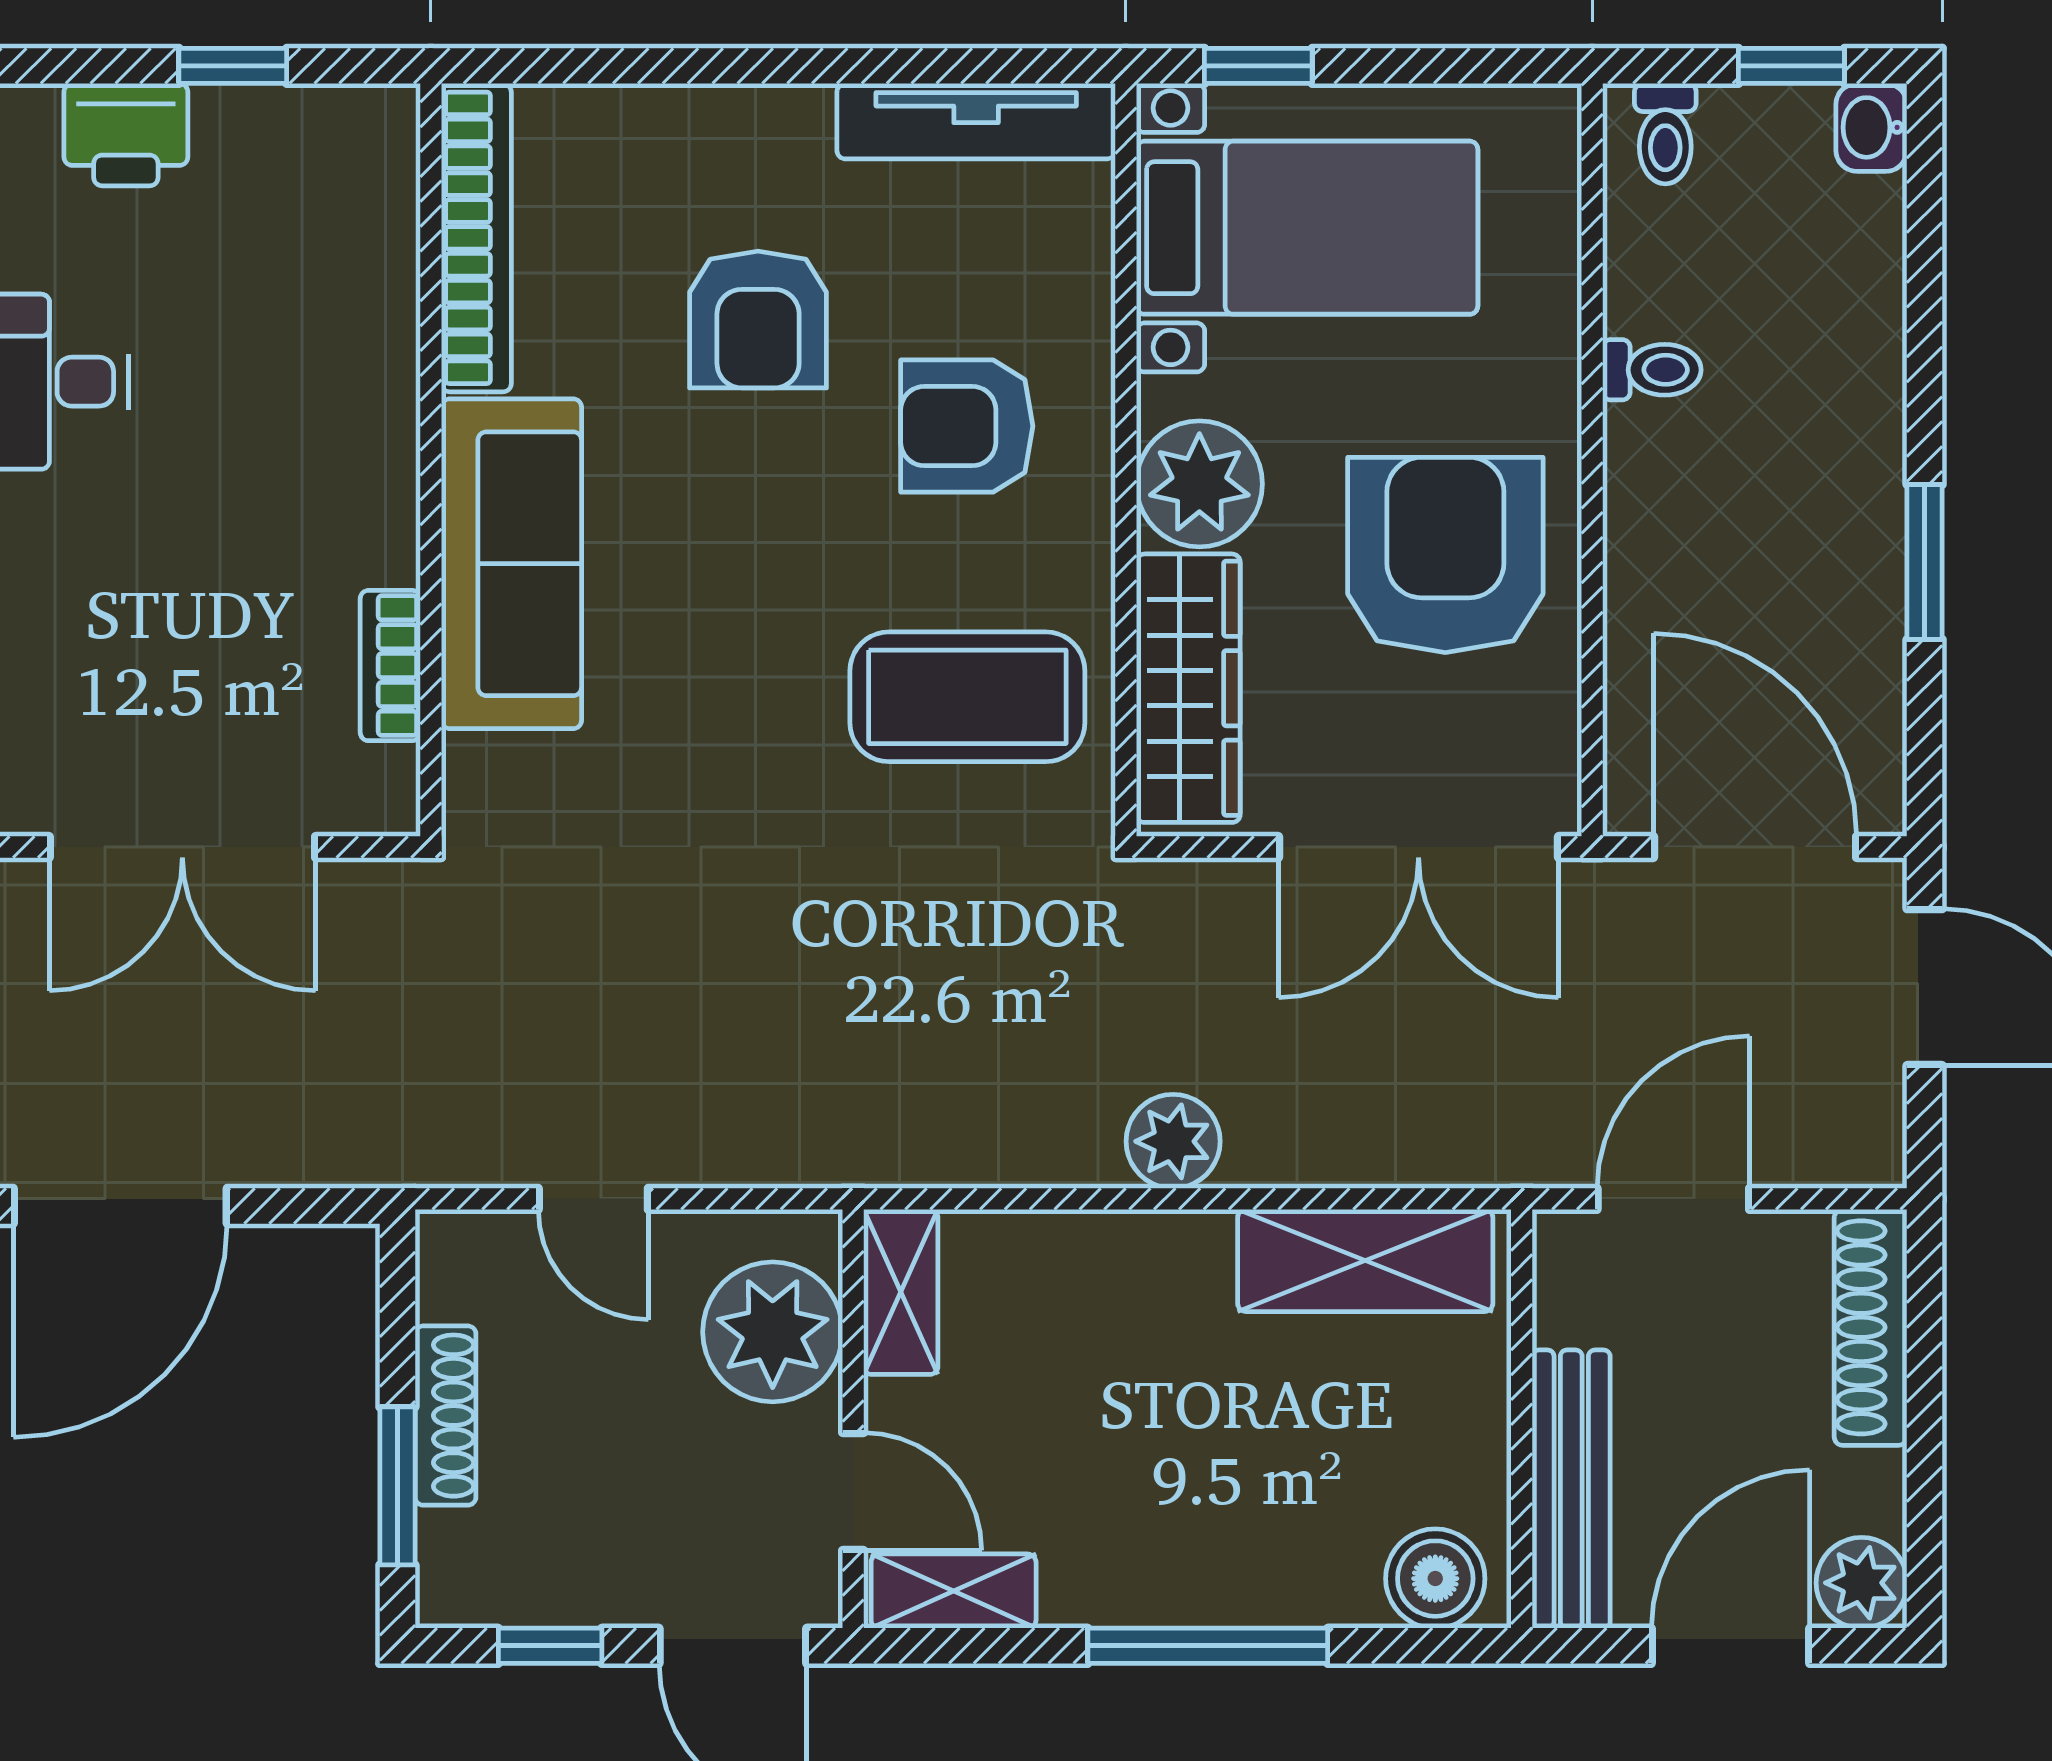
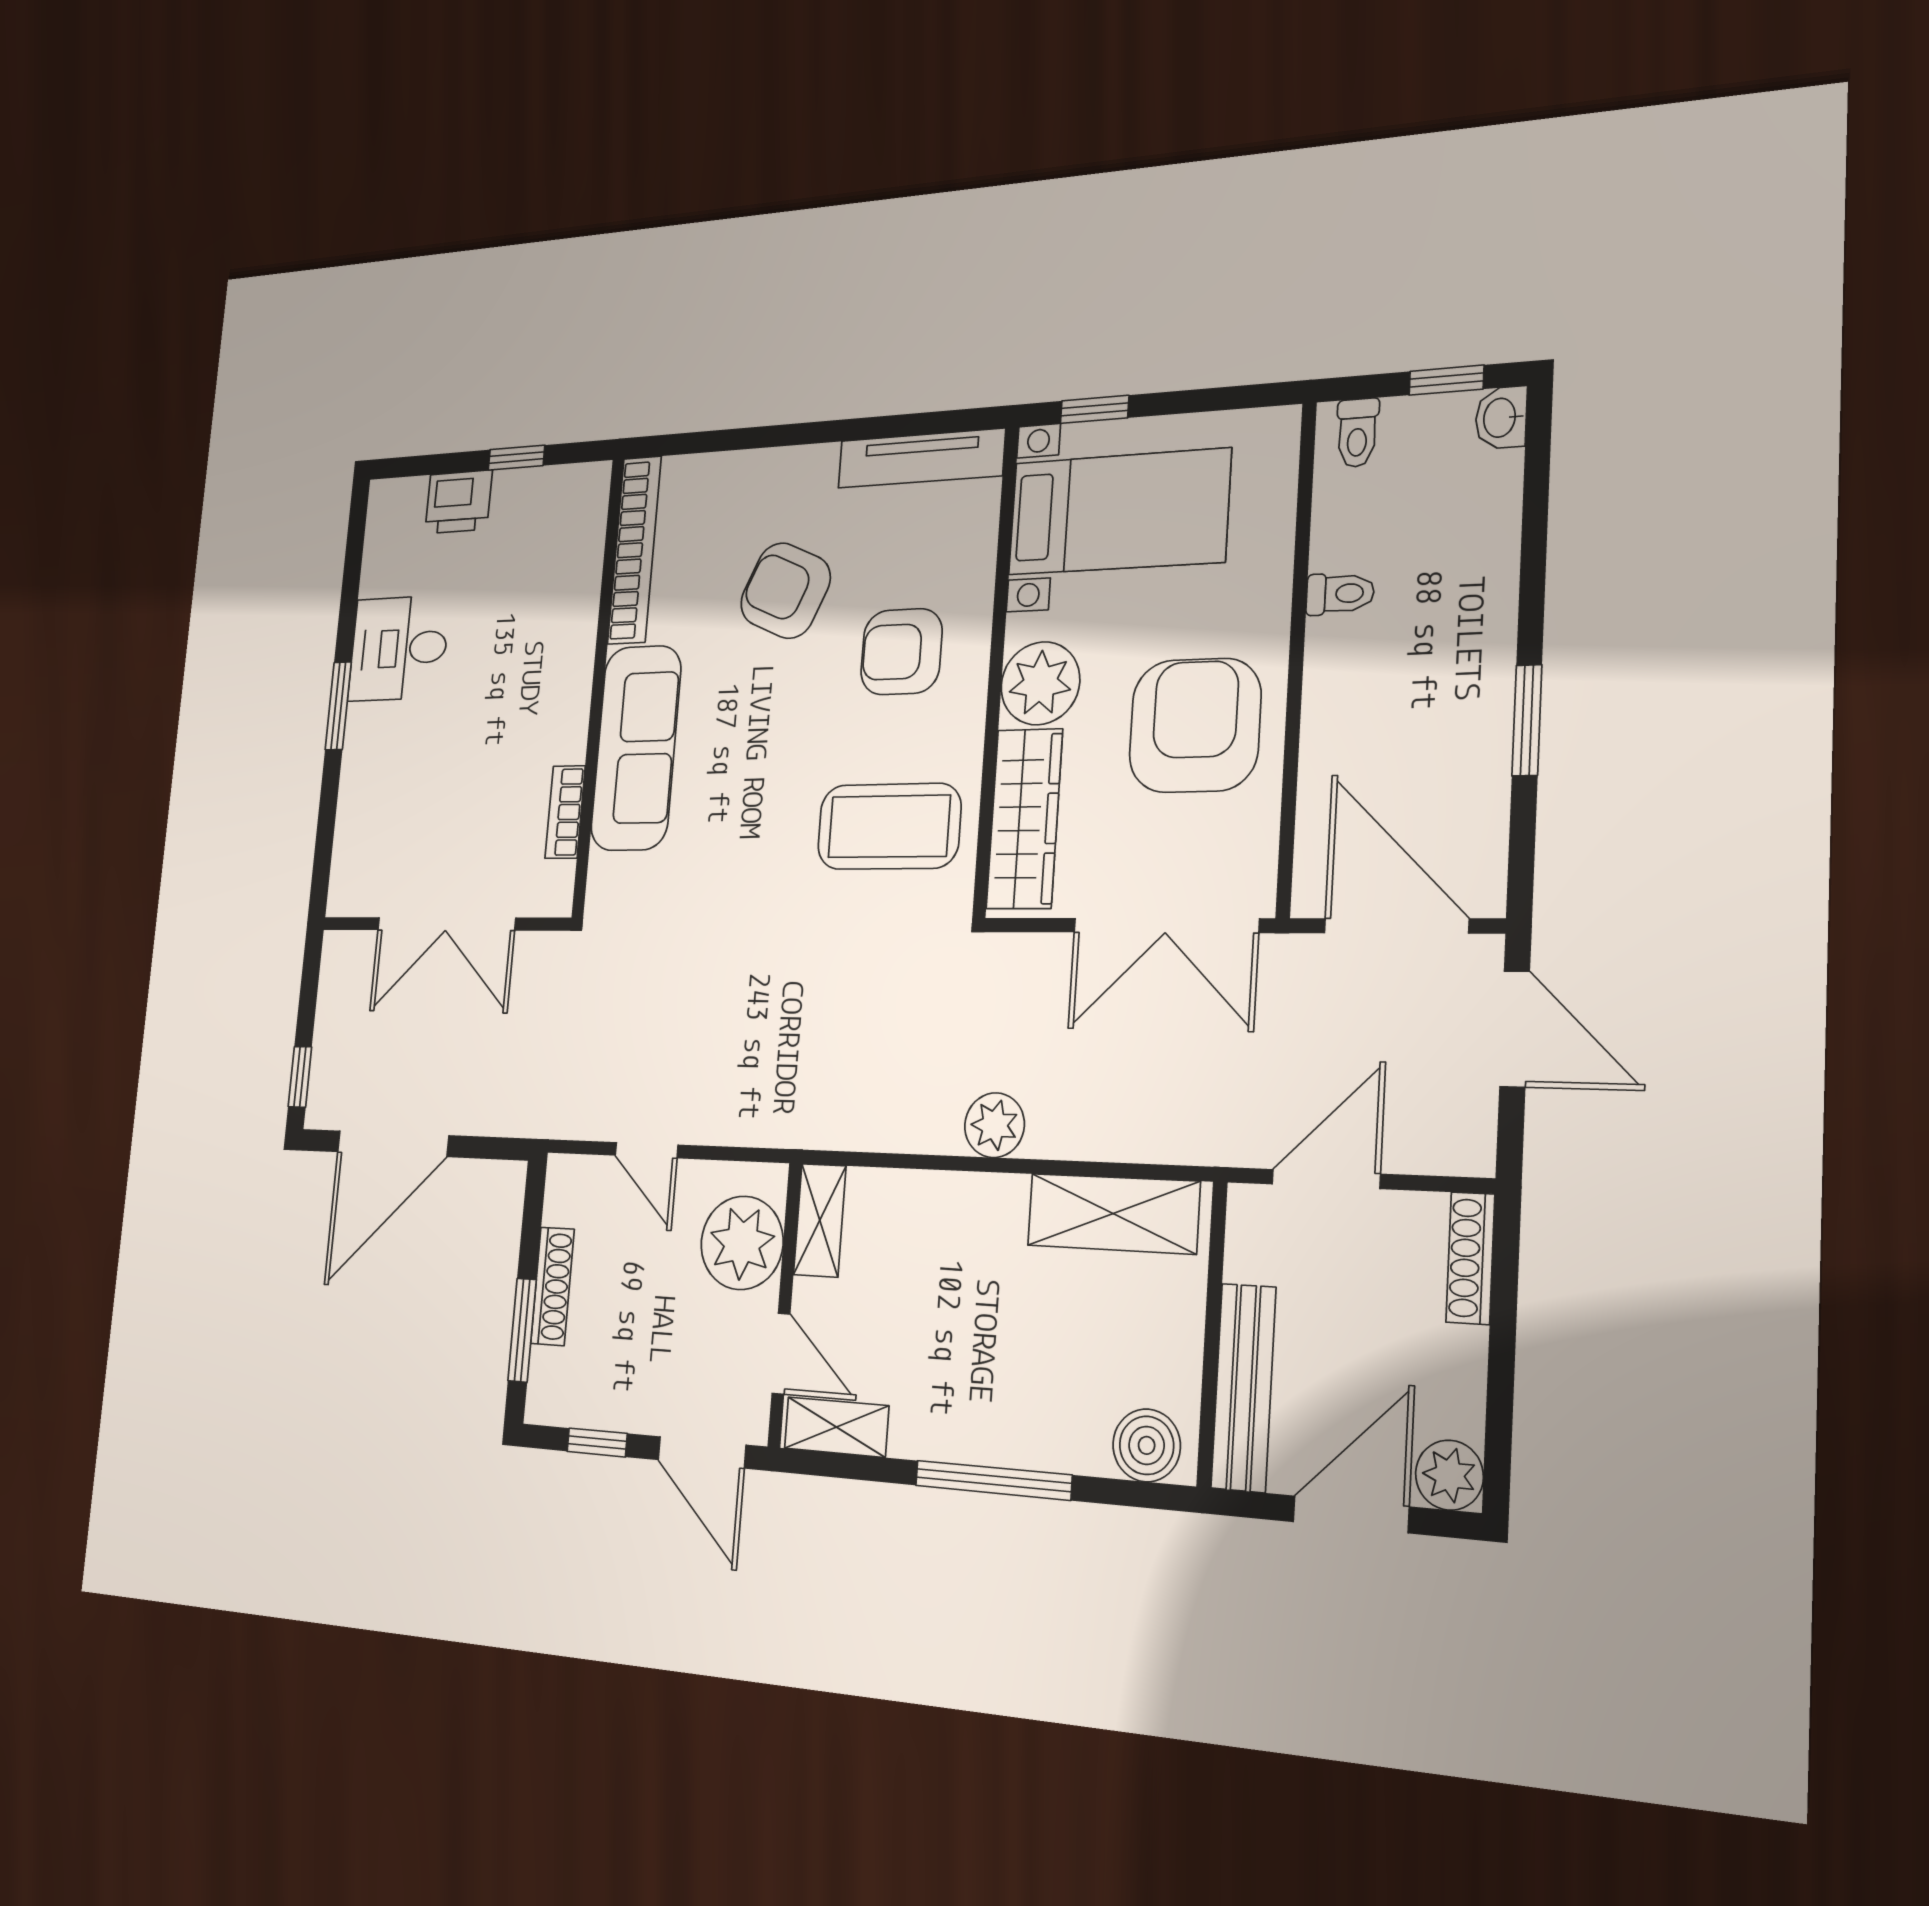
armchair: (758, 319) -> (785, 591), turned 114
shoe rack: (1871, 1327) -> (1470, 1258), width x0.74, depth x0.81

